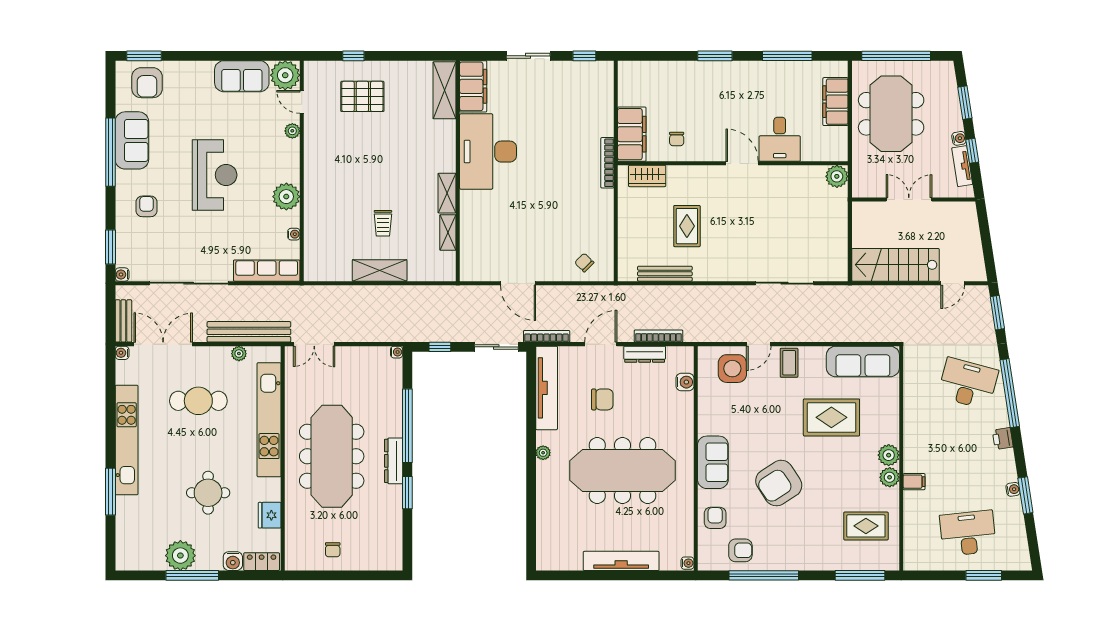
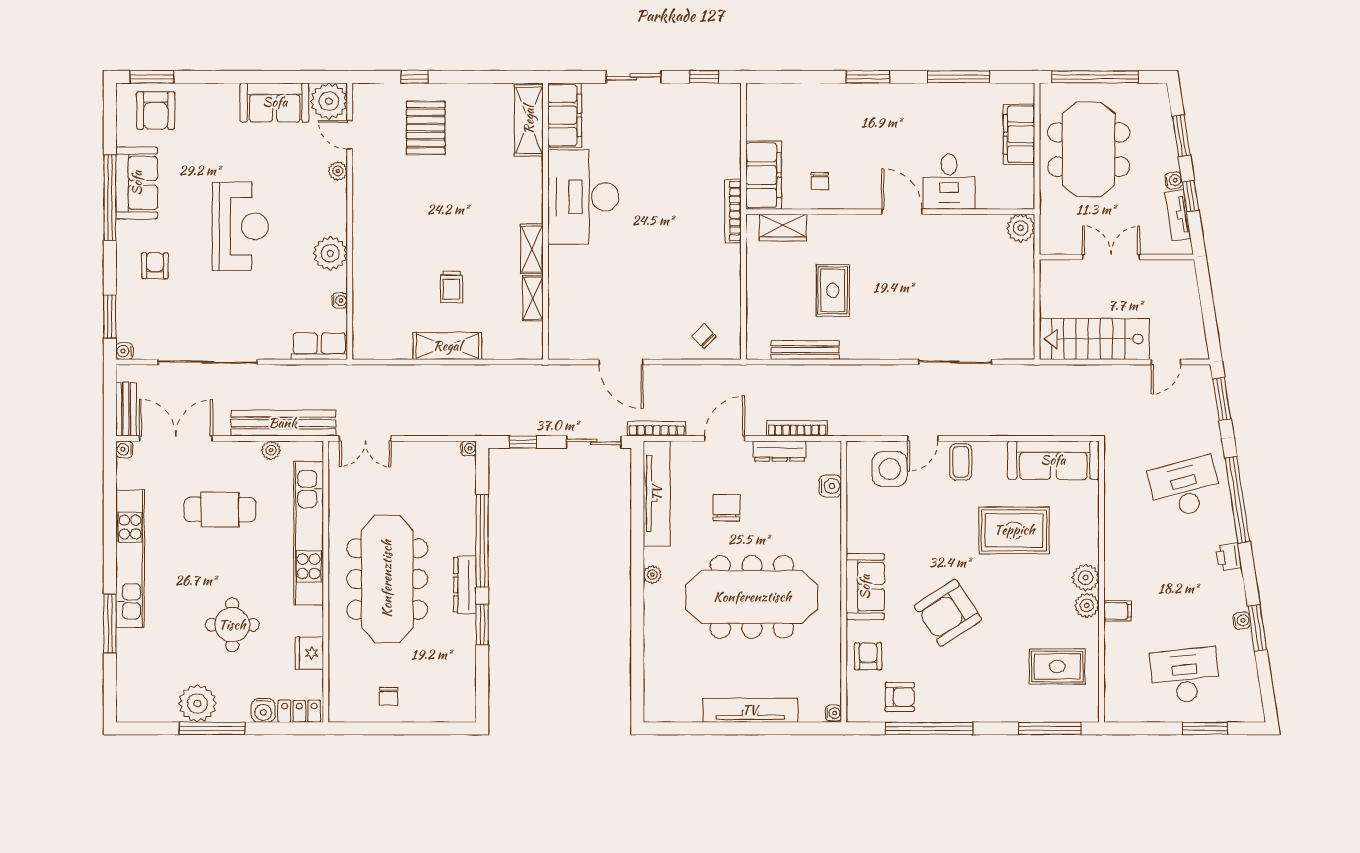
pallet: (362, 96) -> (426, 128), turned 90
row of seats: (267, 271) -> (319, 346), width x0.68
desk: (968, 383) -> (1185, 488), turned -30
chair: (602, 399) -> (727, 508), turned -90

